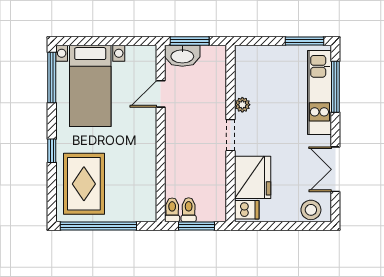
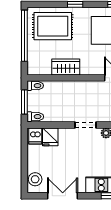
wardrobe: (145, 164) -> (66, 67), added
fridge: (253, 177) -> (50, 137), width x0.53, depth x0.75
toilet: (189, 210) -> (35, 117), moved

